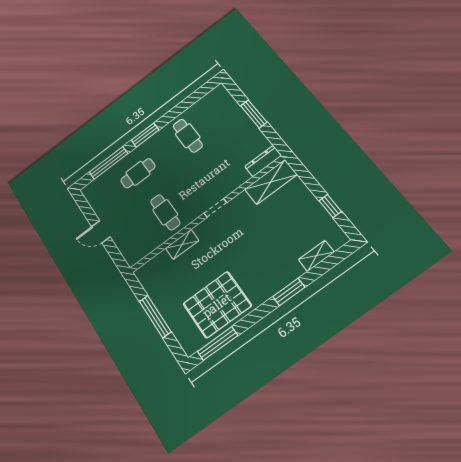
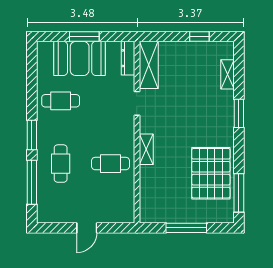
booth: (233, 124) -> (80, 58), added
doorway: (215, 208) -> (137, 103), moved
shelving: (182, 244) -> (146, 149), moved

